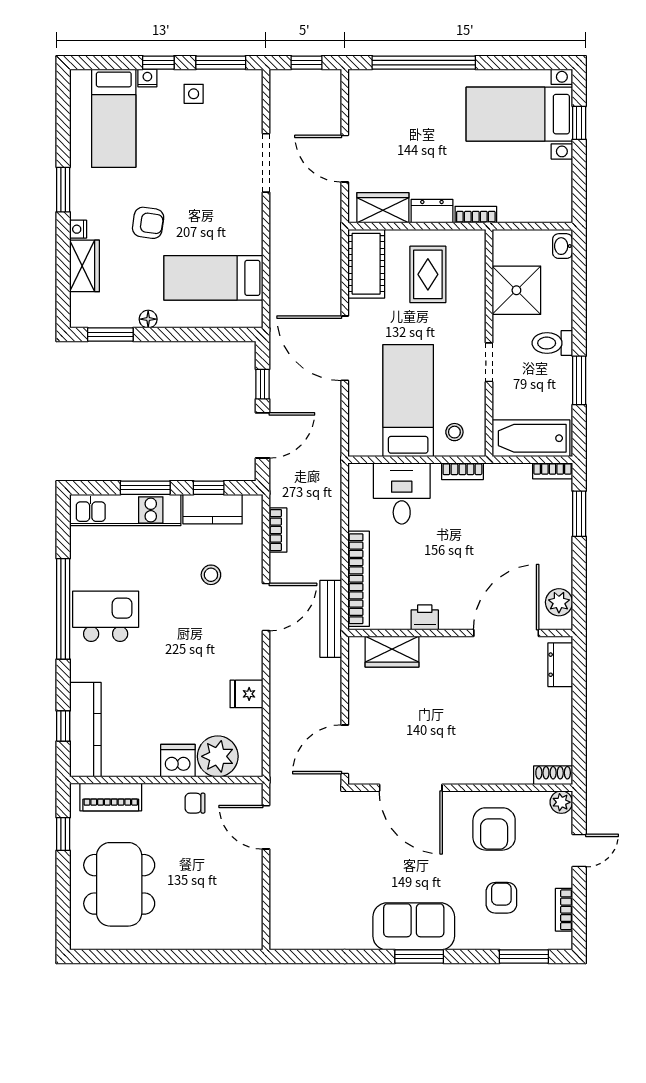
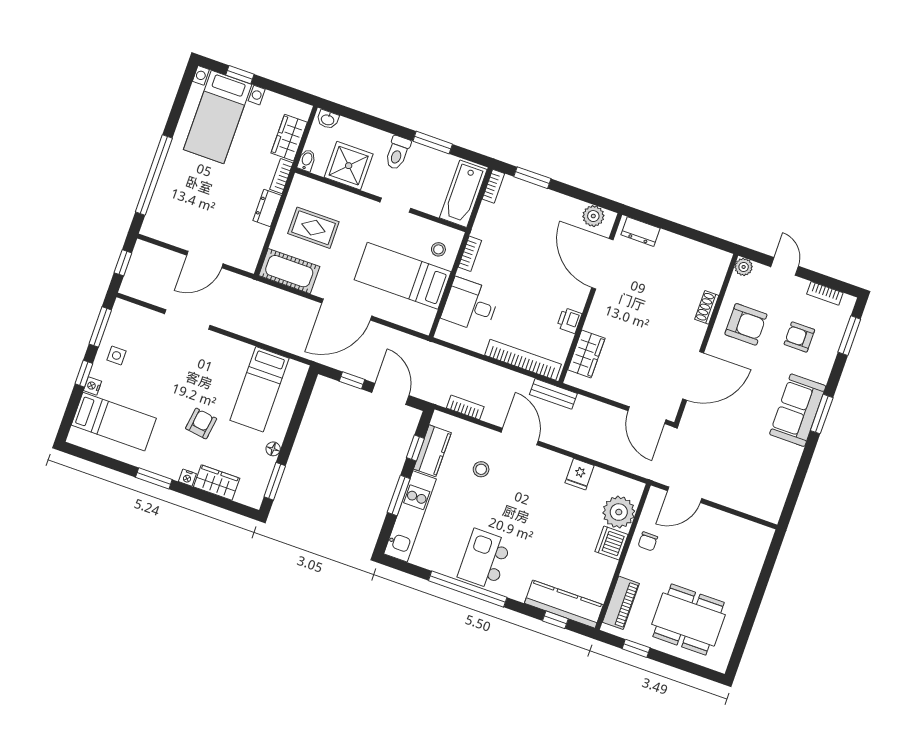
wardrobe: (383, 208) -> (289, 138), moved
bidet: (505, 238) -> (307, 160), added
bench: (331, 619) -> (553, 394), width x0.73
shoe rack: (553, 775) -> (707, 307), moved

